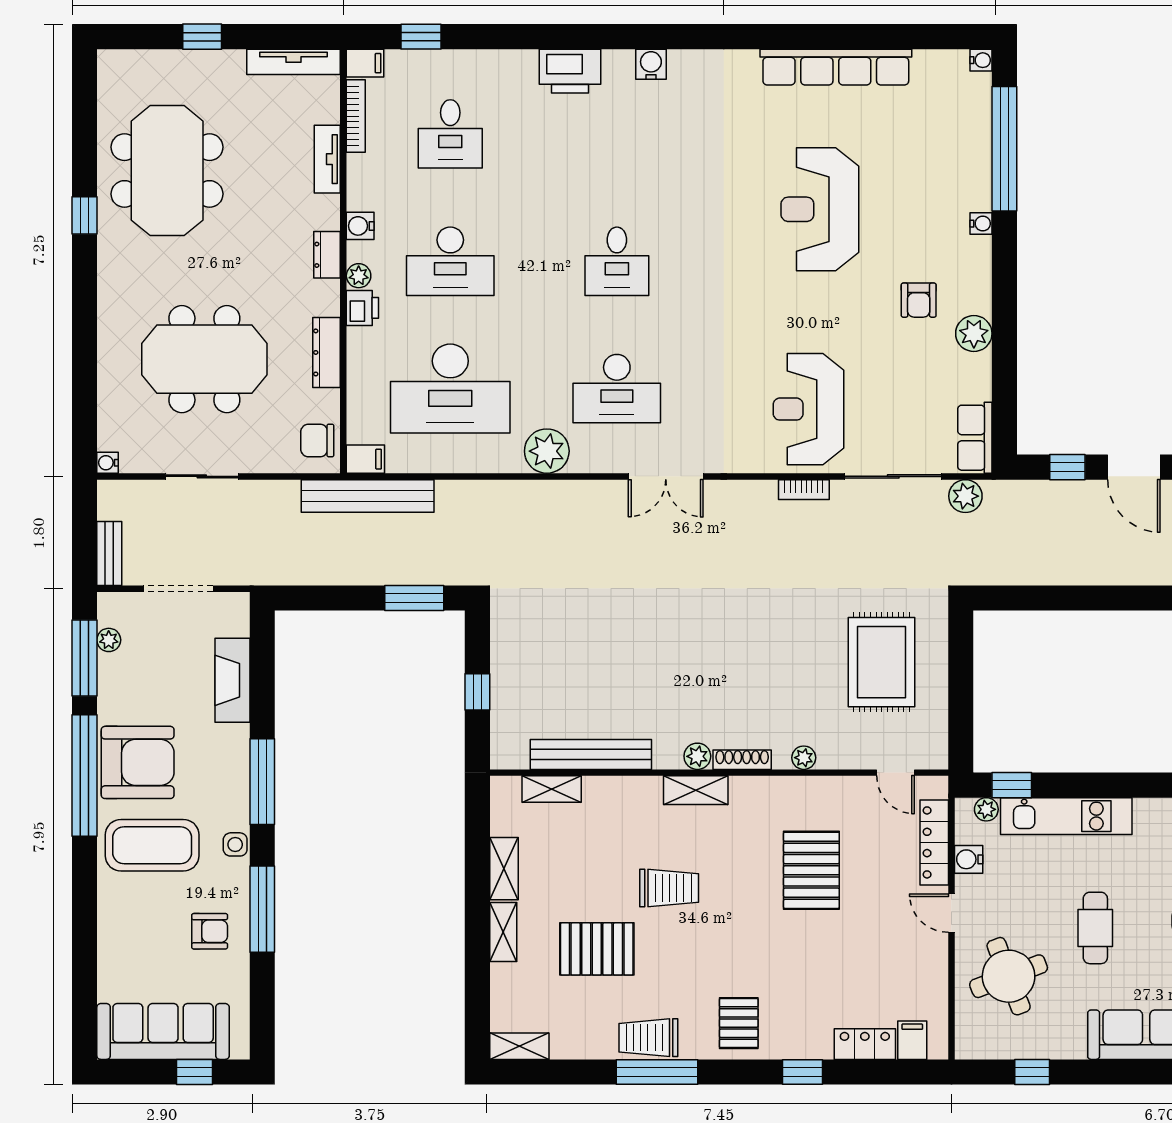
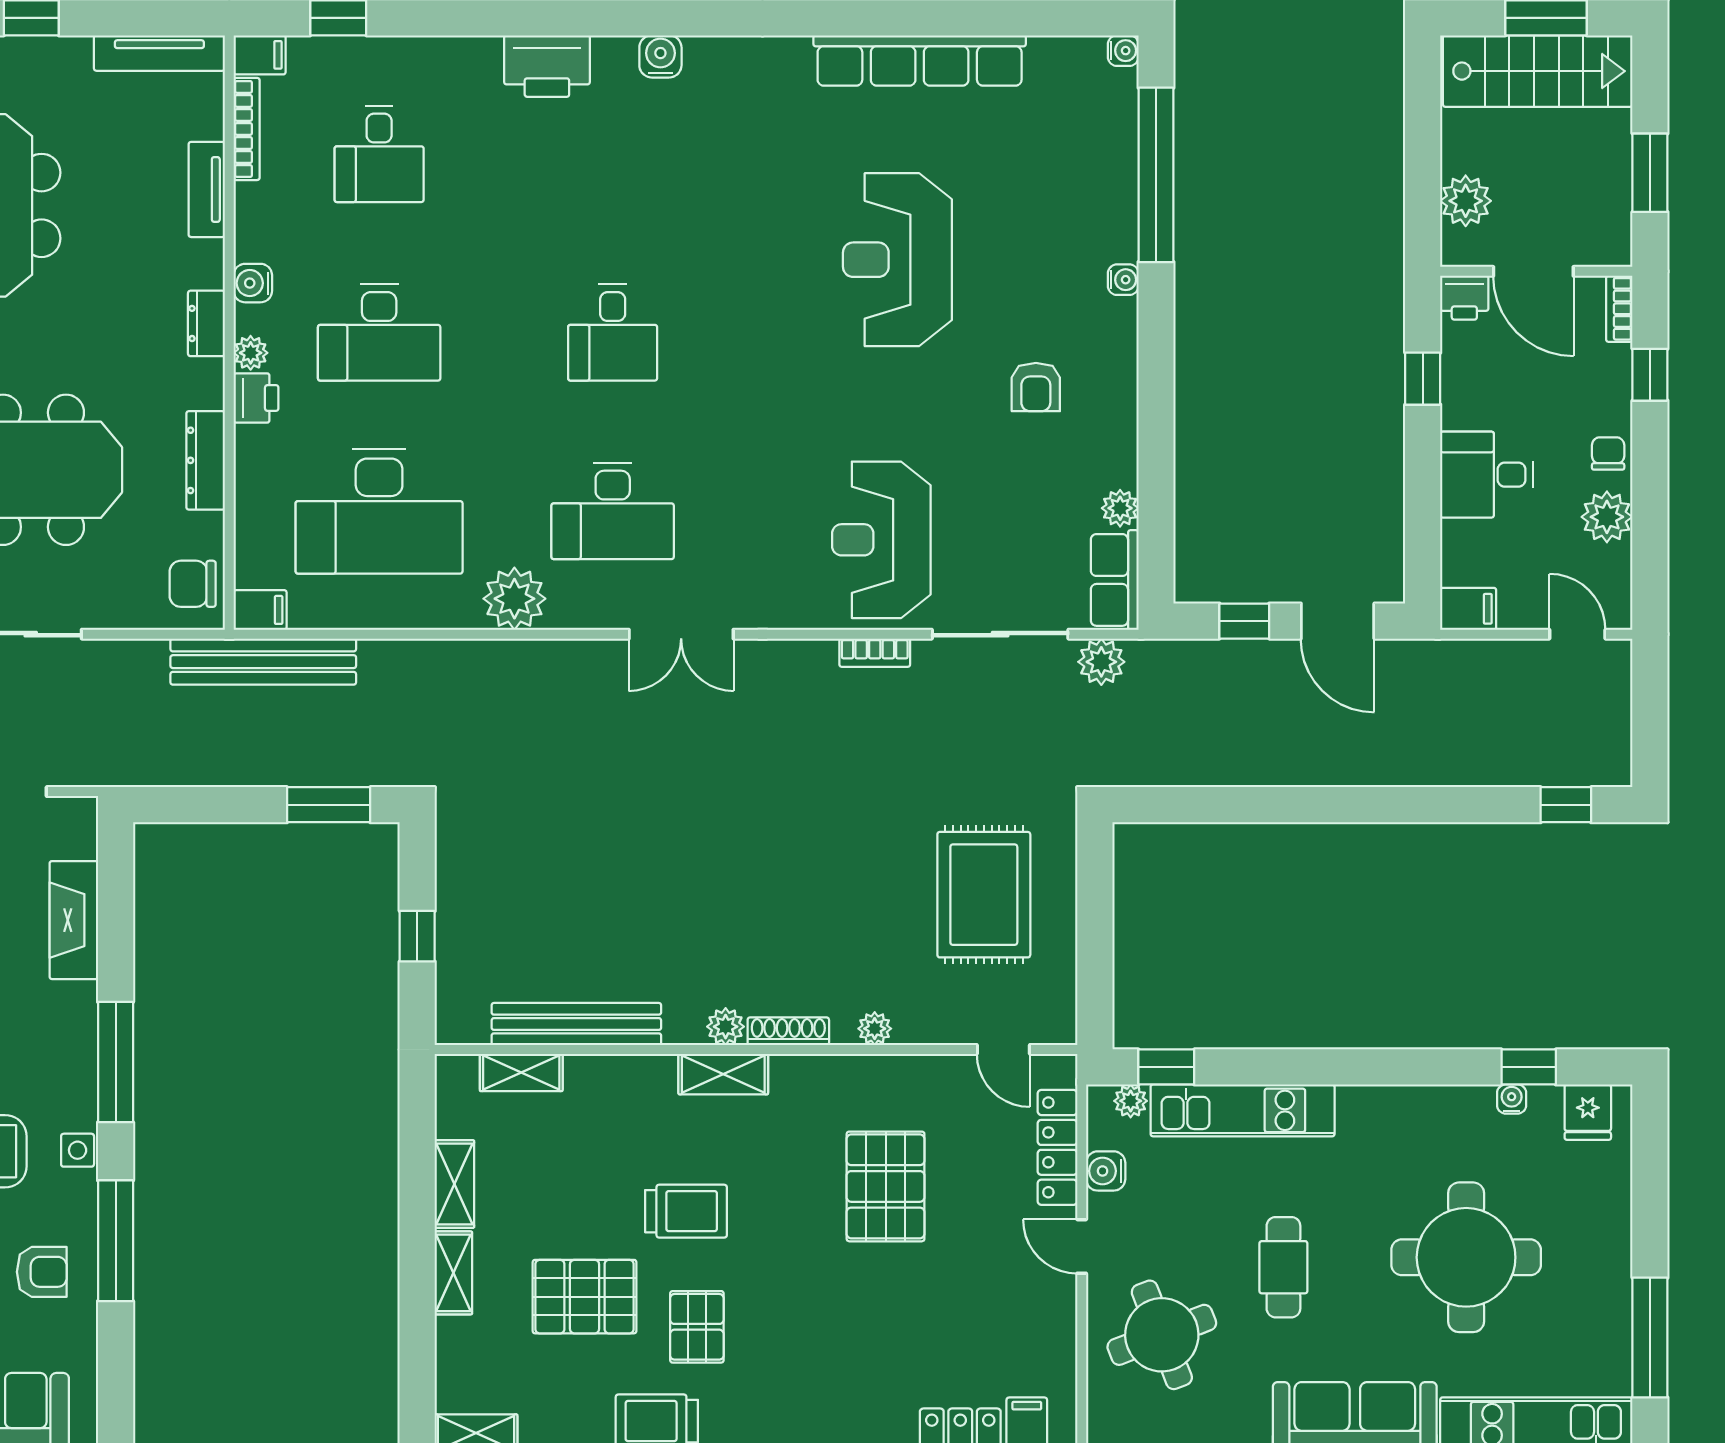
plant: (974, 334) -> (1120, 508), moved, width x0.73, depth x0.73
pallet: (739, 1023) -> (697, 1327), moved

